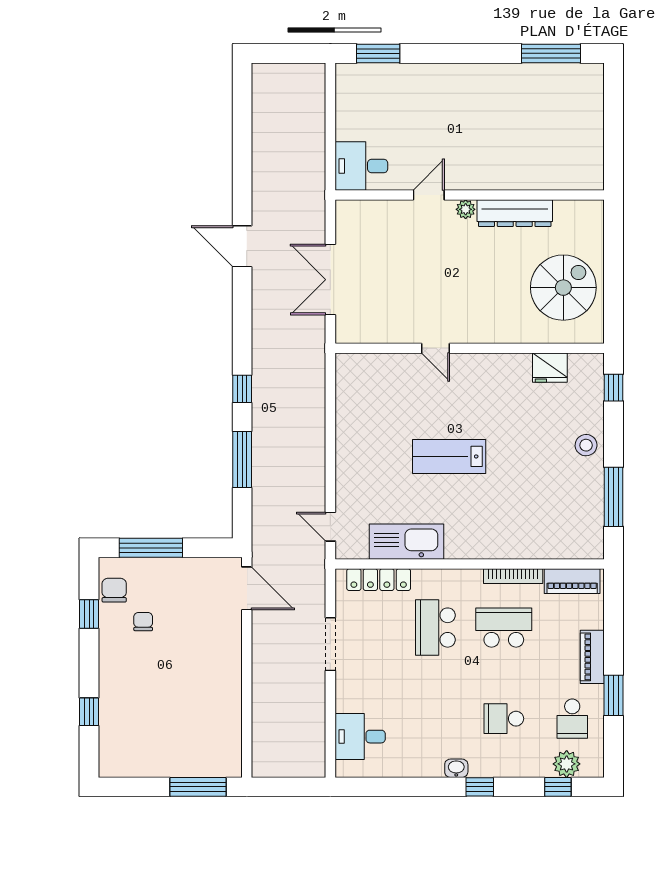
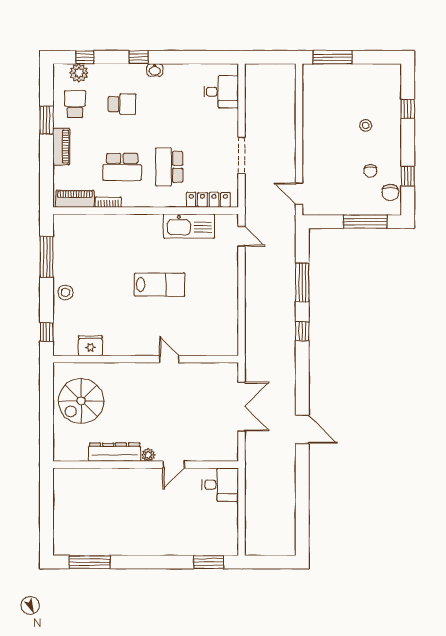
bookcase: (513, 576) -> (108, 202), width x0.64
door: (247, 588) -> (299, 194), width x0.73
school desk: (435, 628) -> (169, 167), turned 180
stool: (150, 688) -> (366, 125), added

